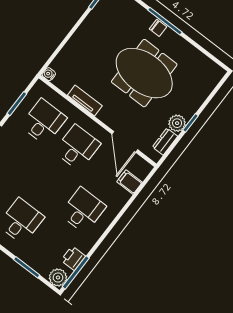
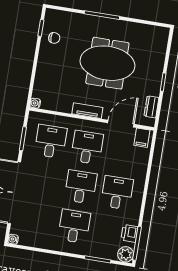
chair: (158, 28) -> (54, 38), moved
tv unit: (85, 100) -> (87, 111), moved
plant: (177, 123) -> (153, 88), removed
door: (125, 142) -> (121, 124), swing flipped
filing cabinet: (130, 182) -> (142, 138), moved, turned -90
desk: (49, 184) -> (81, 187), added

